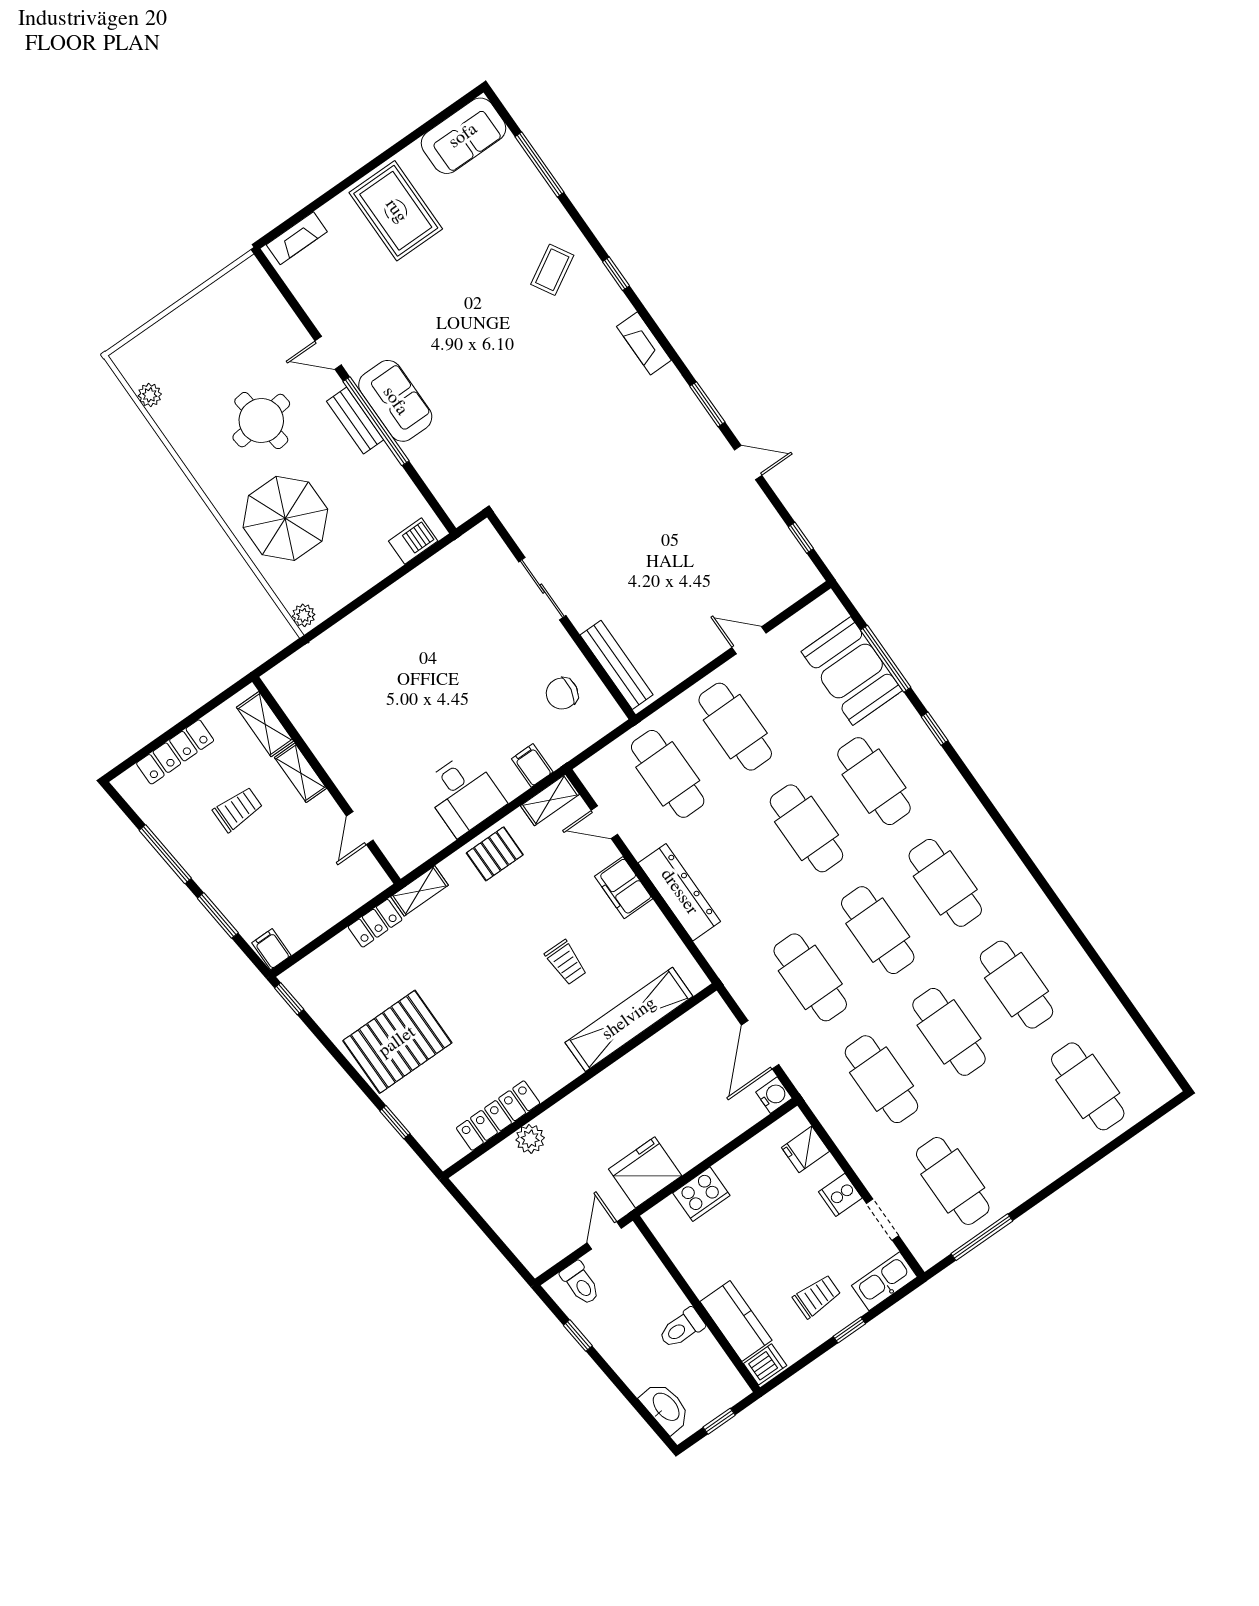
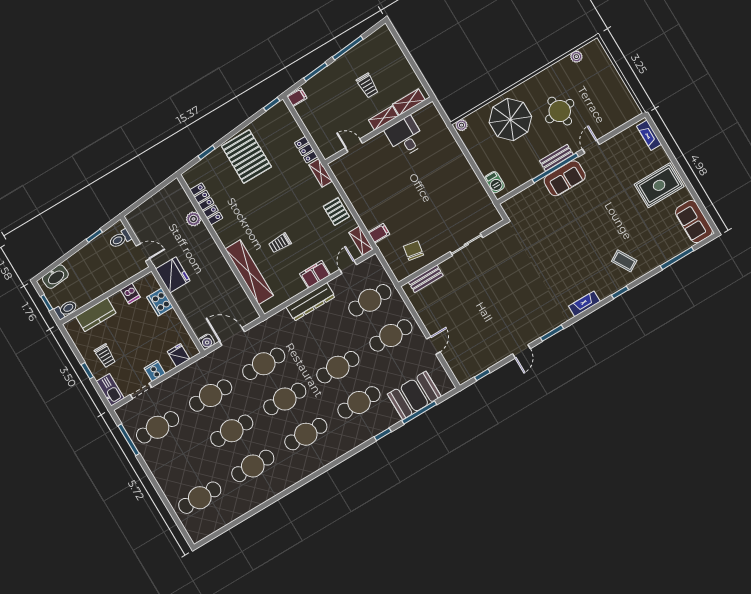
bench: (617, 665) -> (426, 279), width x0.73
locker: (175, 752) -> (398, 56), removed
desk: (463, 794) -> (405, 137), moved, turned 90
toilet: (682, 1328) -> (66, 309), moved, turned 90
dishwasher: (765, 1364) -> (130, 293), moved

